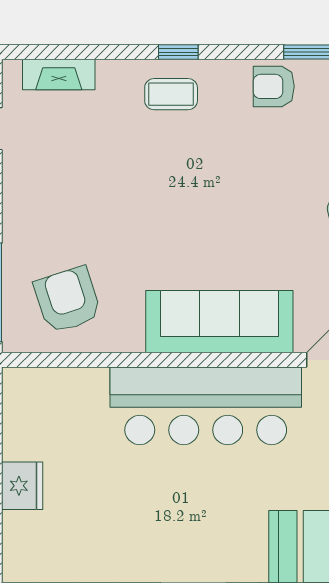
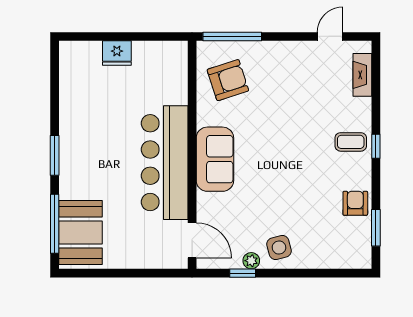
coffee table: (171, 94) -> (351, 142), turned 90
sofa: (219, 322) -> (215, 159), width x0.73

